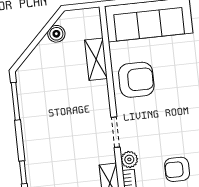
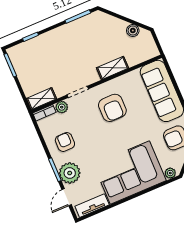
shelving: (96, 59) -> (112, 68), moved
armchair: (136, 80) -> (112, 108), moved

